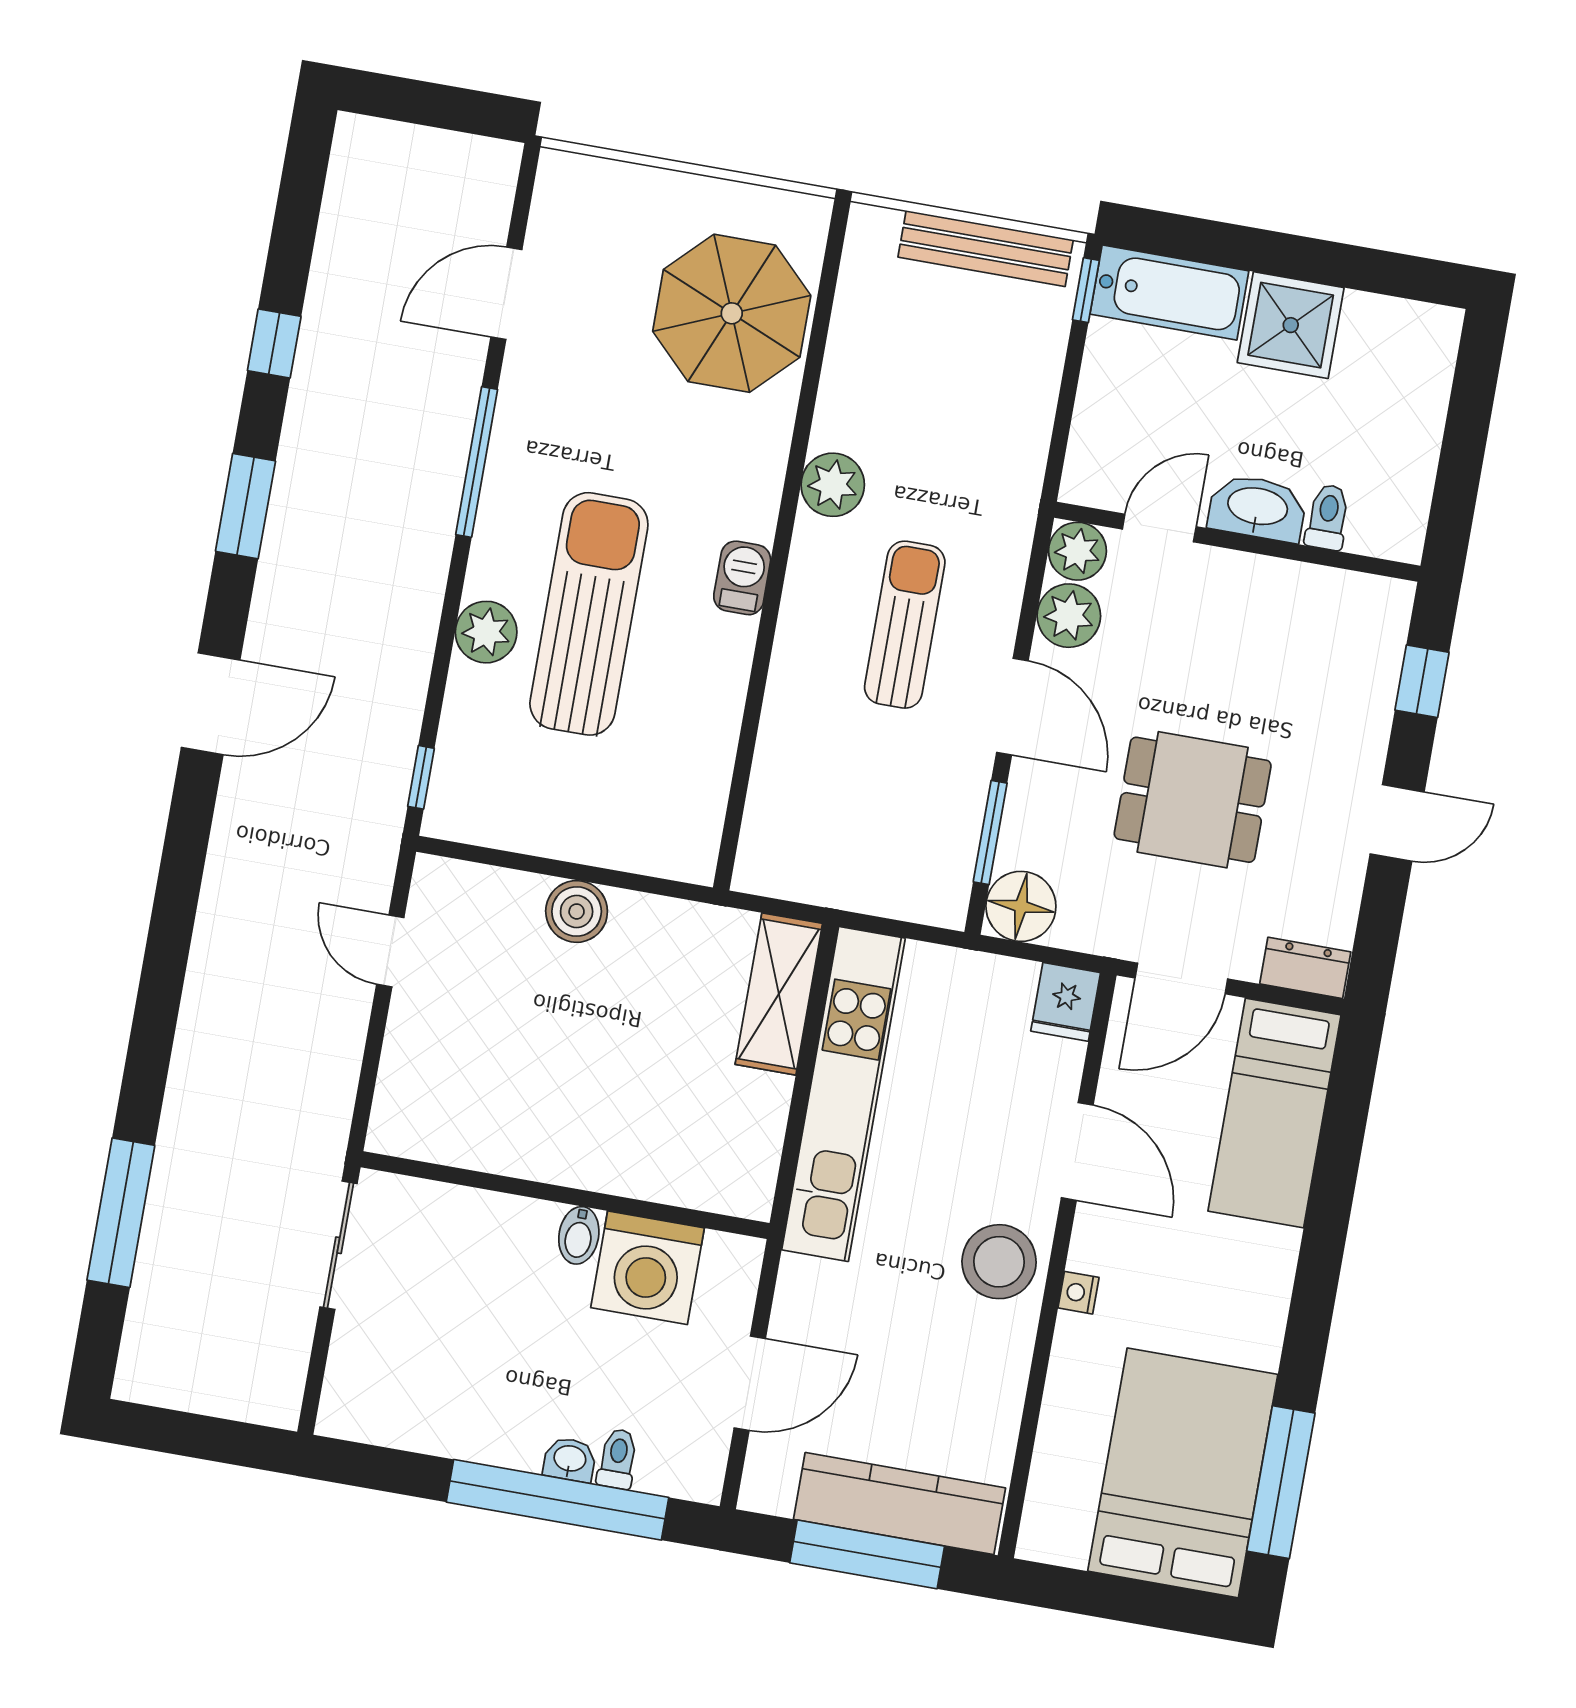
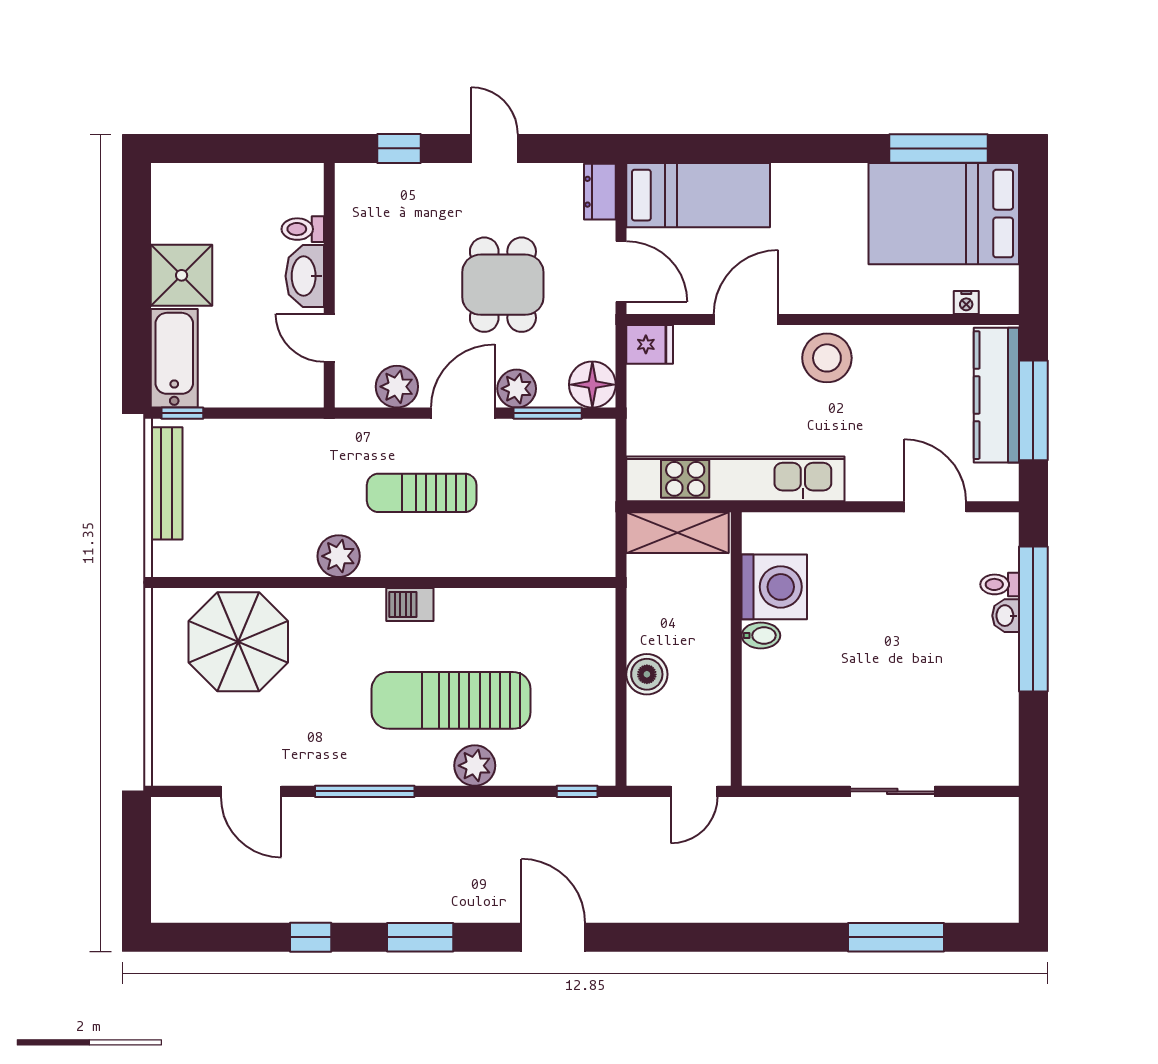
plant: (1077, 551) -> (517, 389), moved
wall: (565, 1195) -> (736, 649), moved
bidet: (579, 1235) -> (761, 635), moved
washing machine: (647, 1268) -> (774, 587), moved
nightstand: (1078, 1293) -> (966, 302), moved

